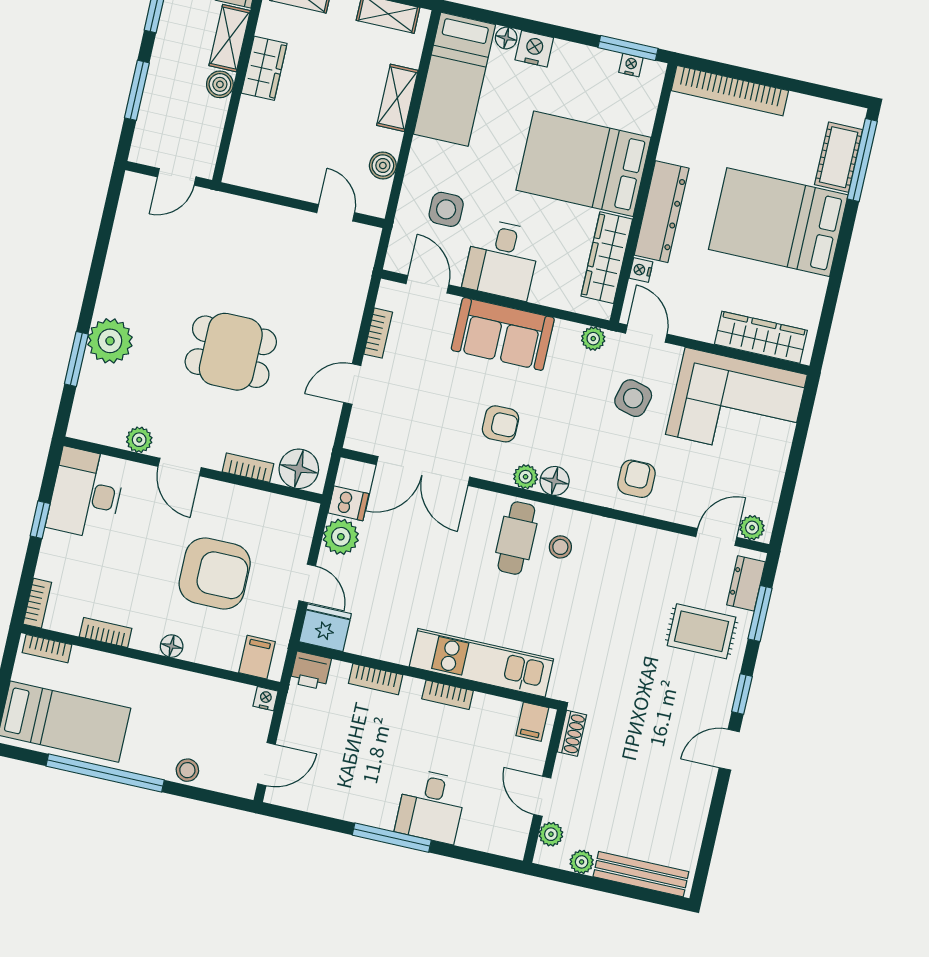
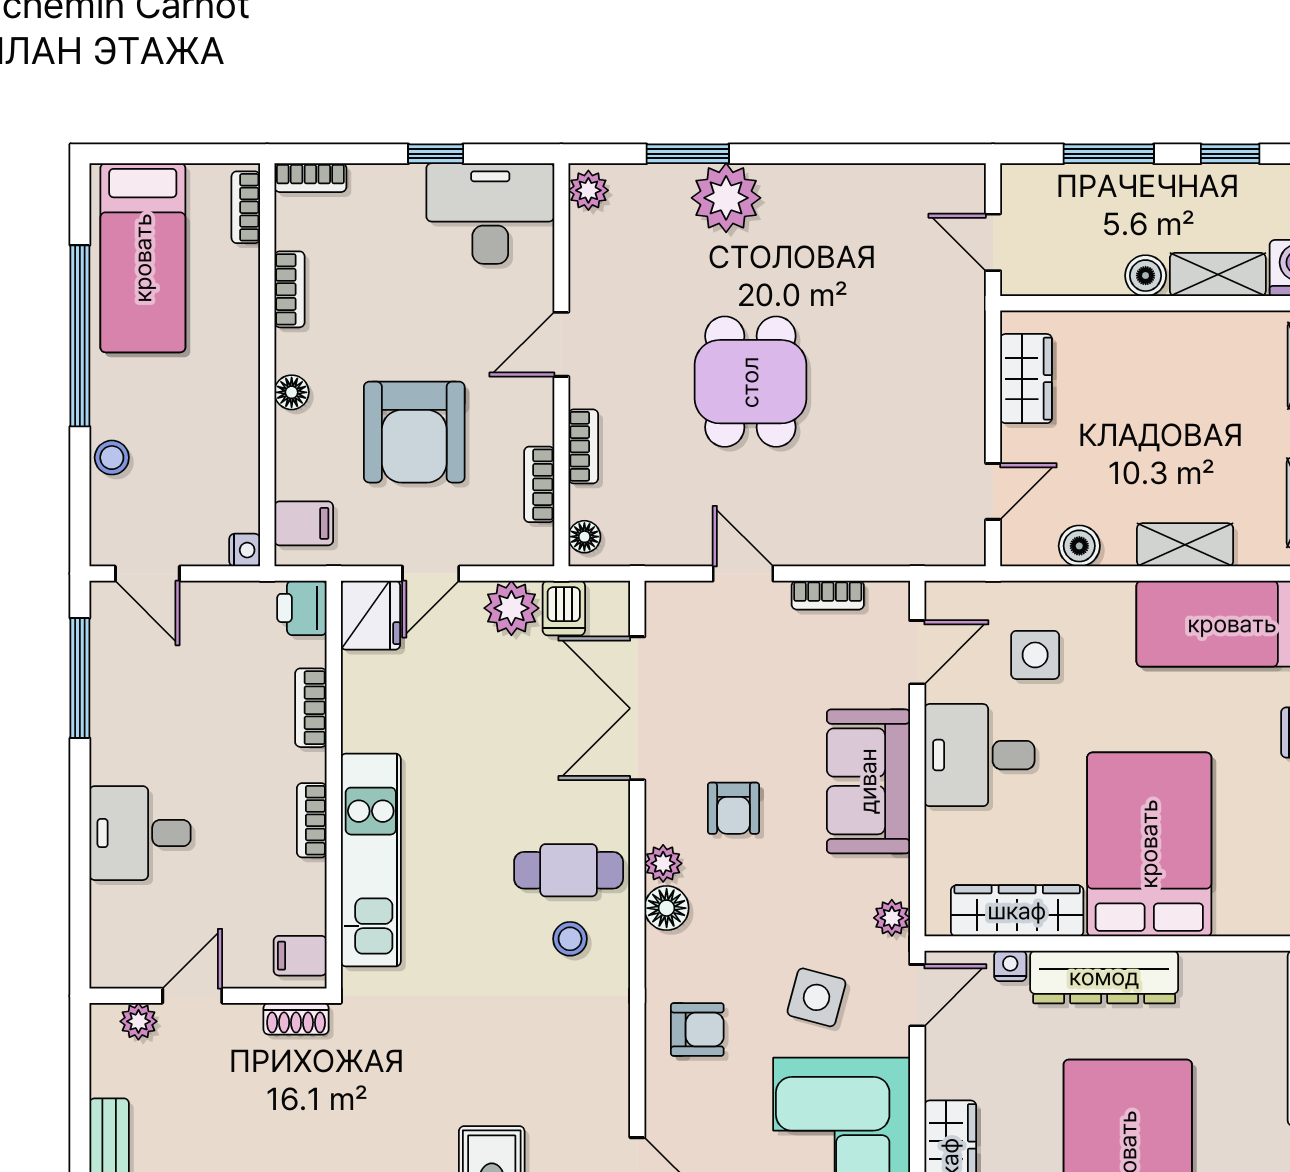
wardrobe: (264, 68) -> (1026, 379), moved, turned -90
plant: (139, 440) -> (588, 190), moved
floor lamp: (299, 469) -> (584, 537), width x0.53, depth x0.53
bookcase: (266, 501) -> (539, 484), added
window: (392, 838) -> (80, 678), moved
plant: (582, 862) -> (107, 1076), removed

